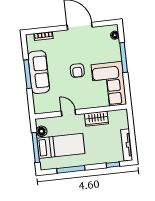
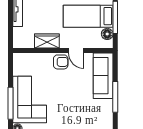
armchair: (77, 71) -> (61, 62), moved, turned 90
sofa: (39, 72) -> (103, 76), moved
corner sofa: (109, 84) -> (30, 99), moved

